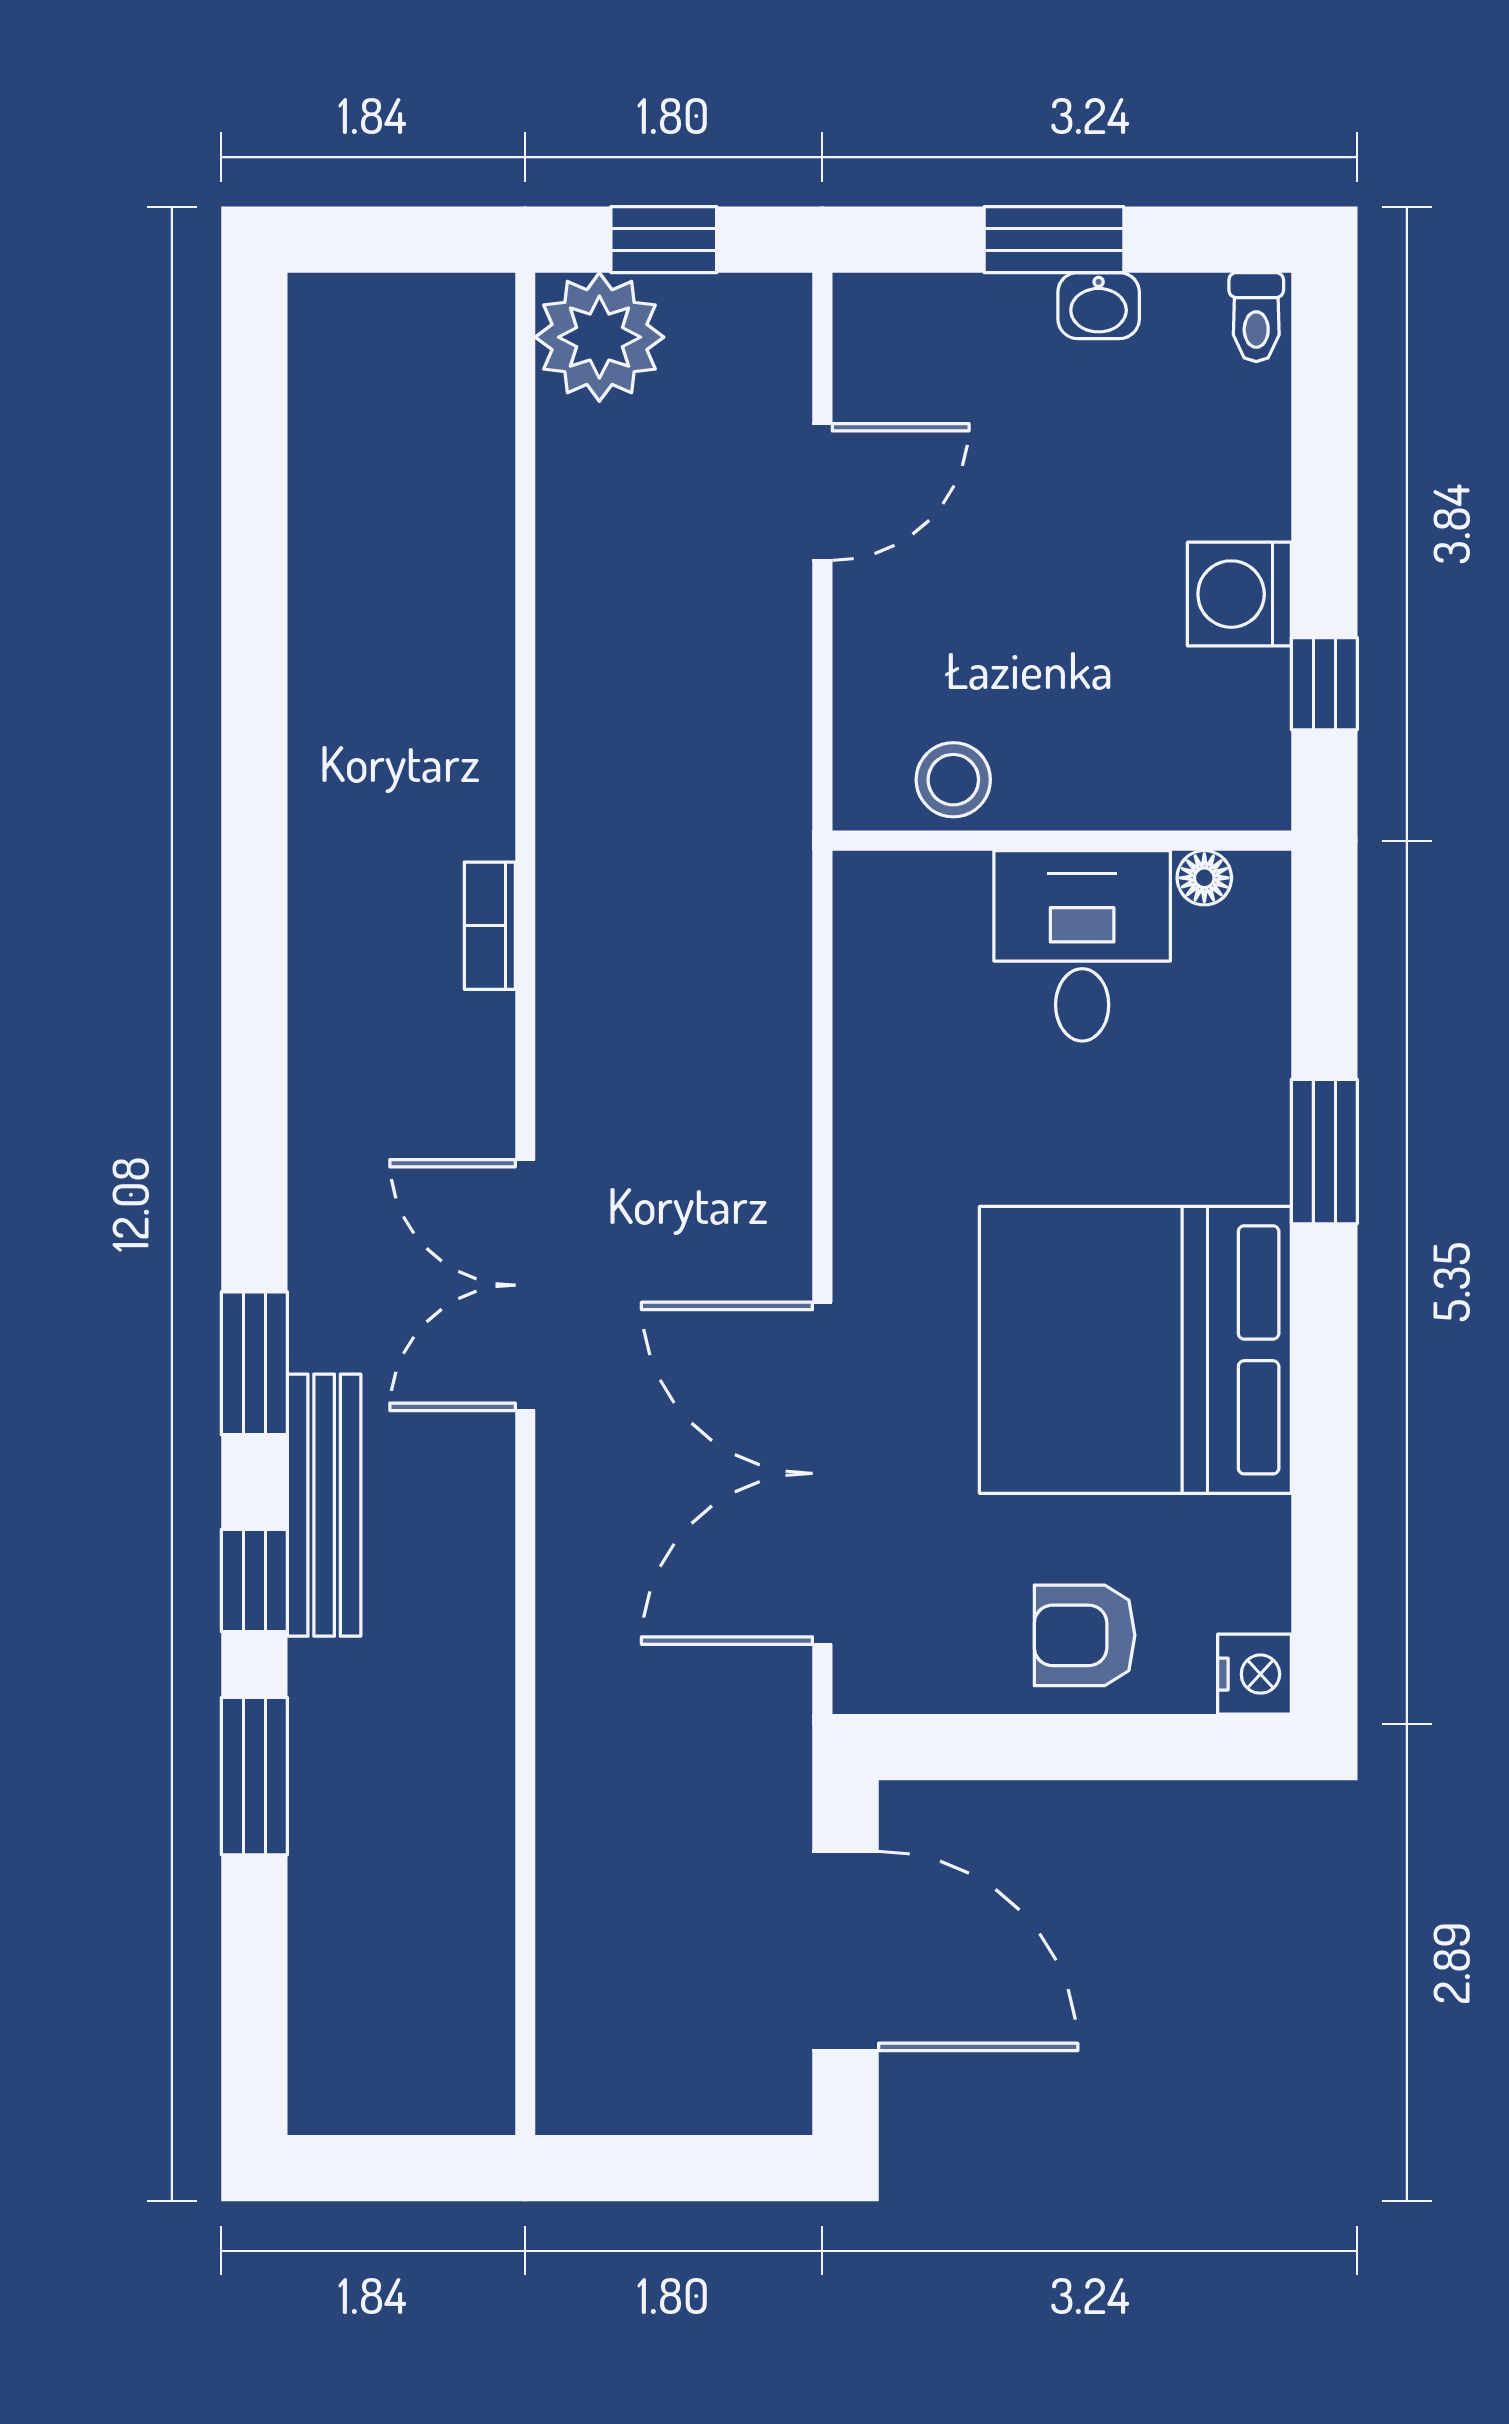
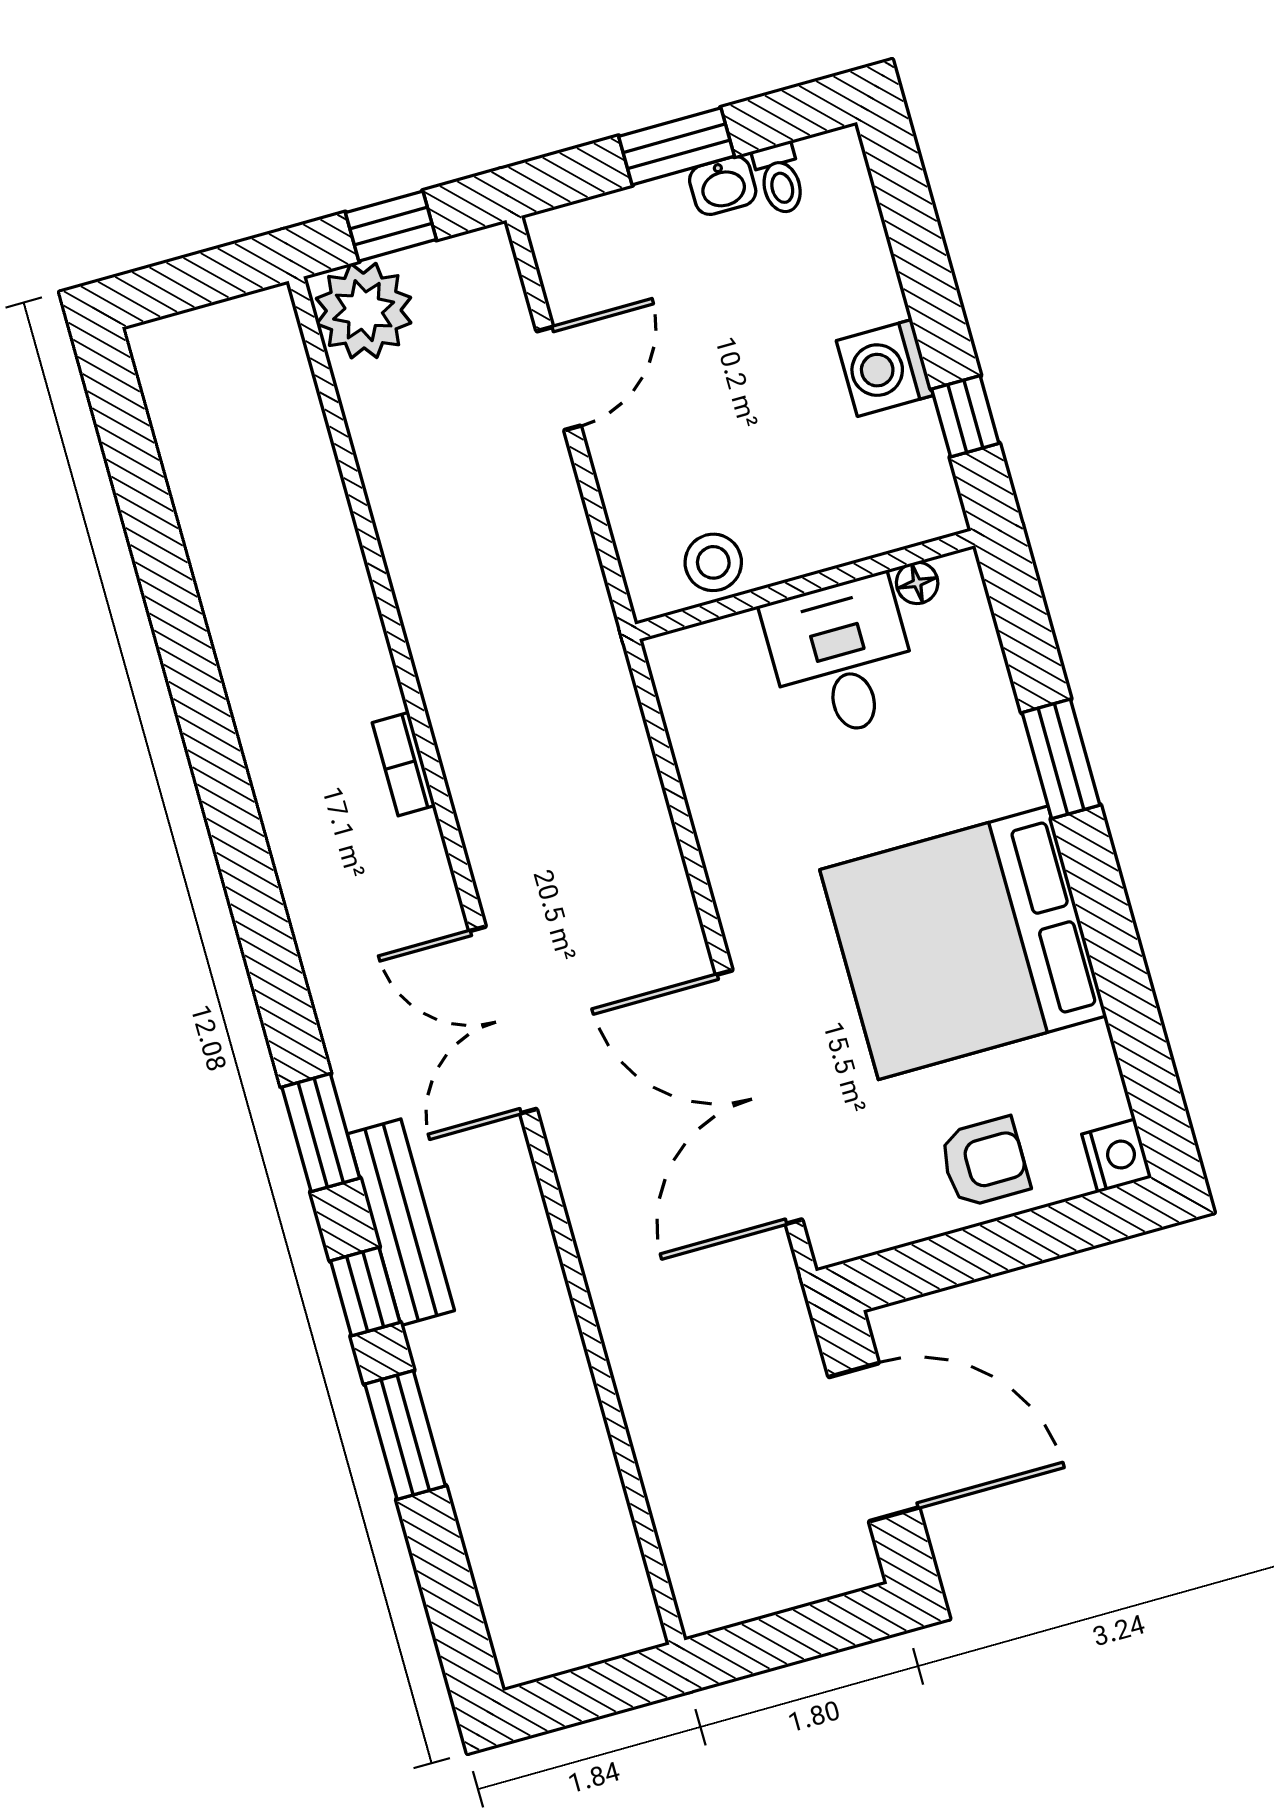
toilet: (1256, 317) -> (780, 179), moved
armchair: (1085, 1635) -> (984, 1162), turned 180

